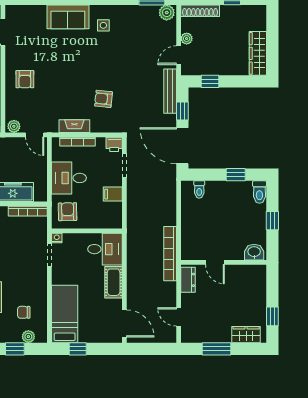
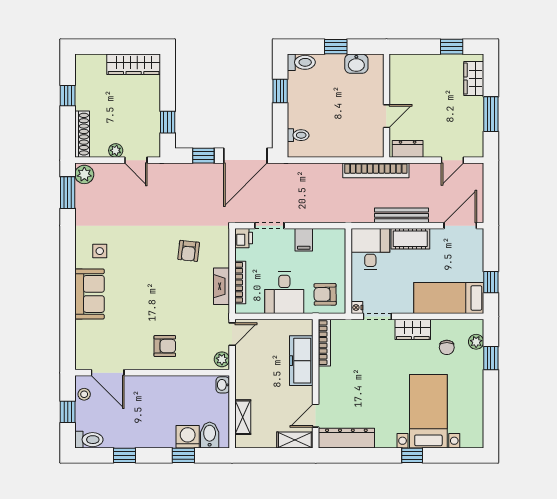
bench: (170, 91) -> (402, 215), moved
washbasin: (254, 252) -> (356, 64), moved, turned -90
wardrobe: (39, 284) -> (413, 329), added

